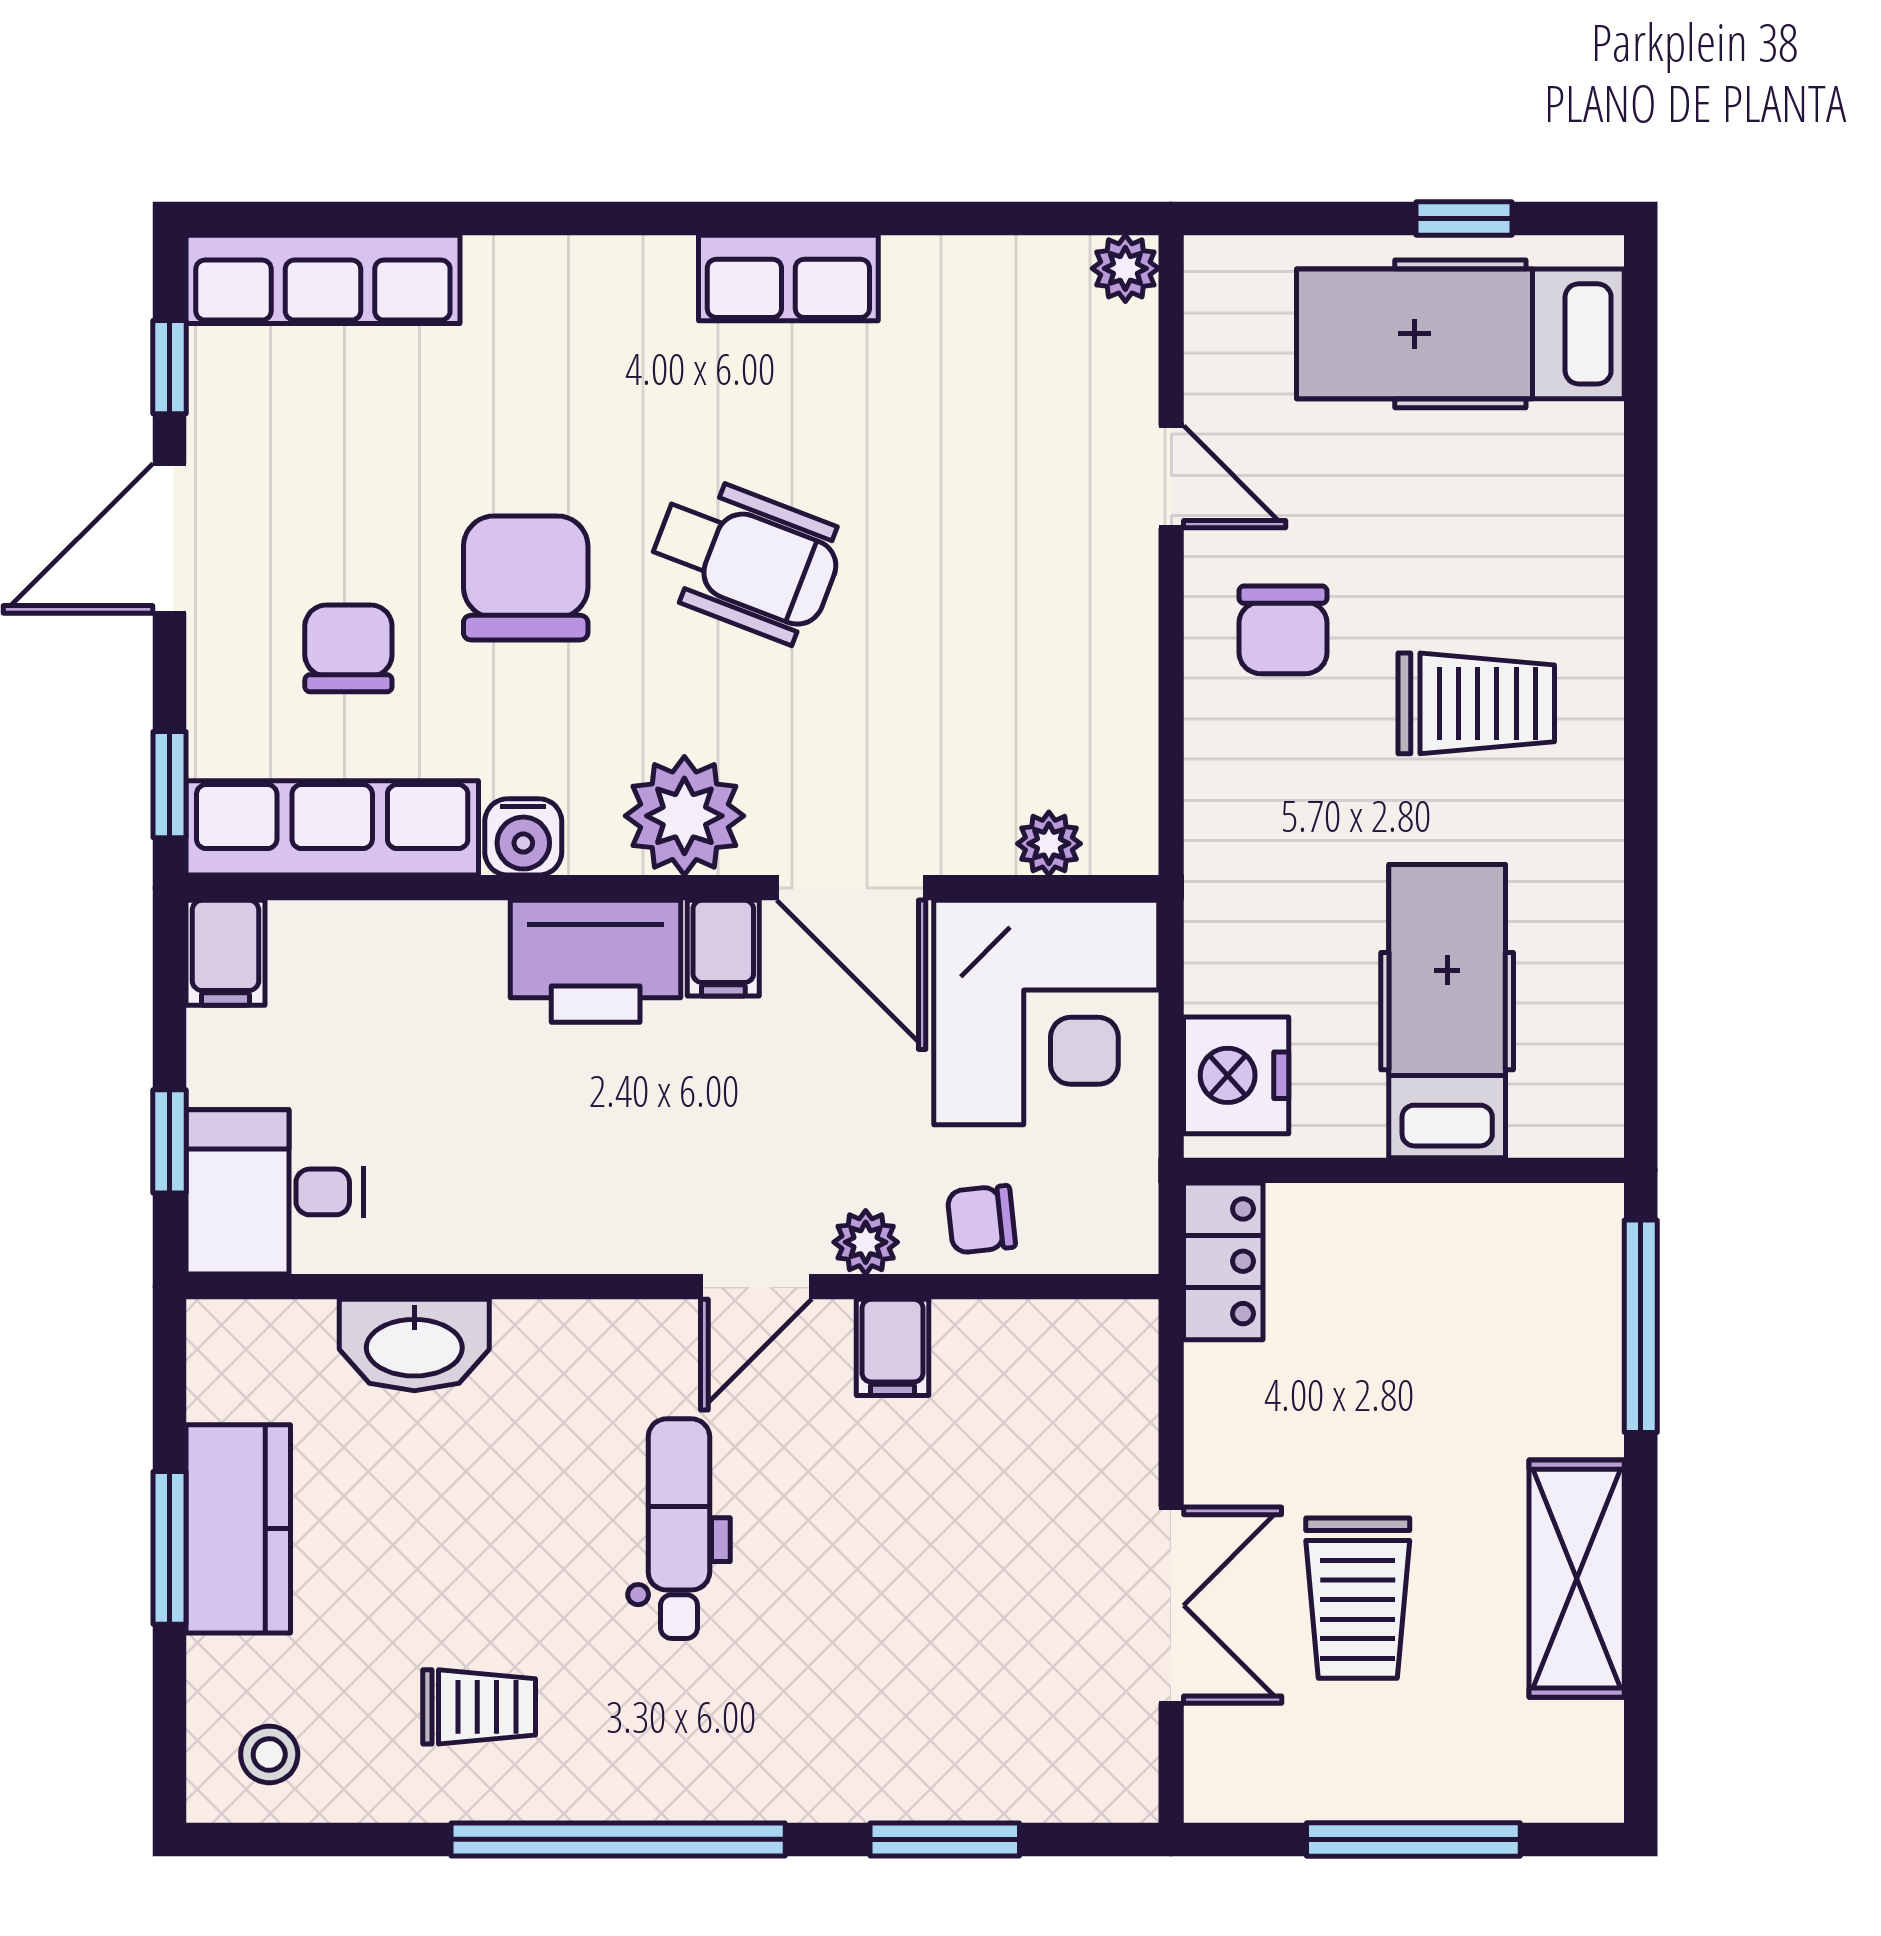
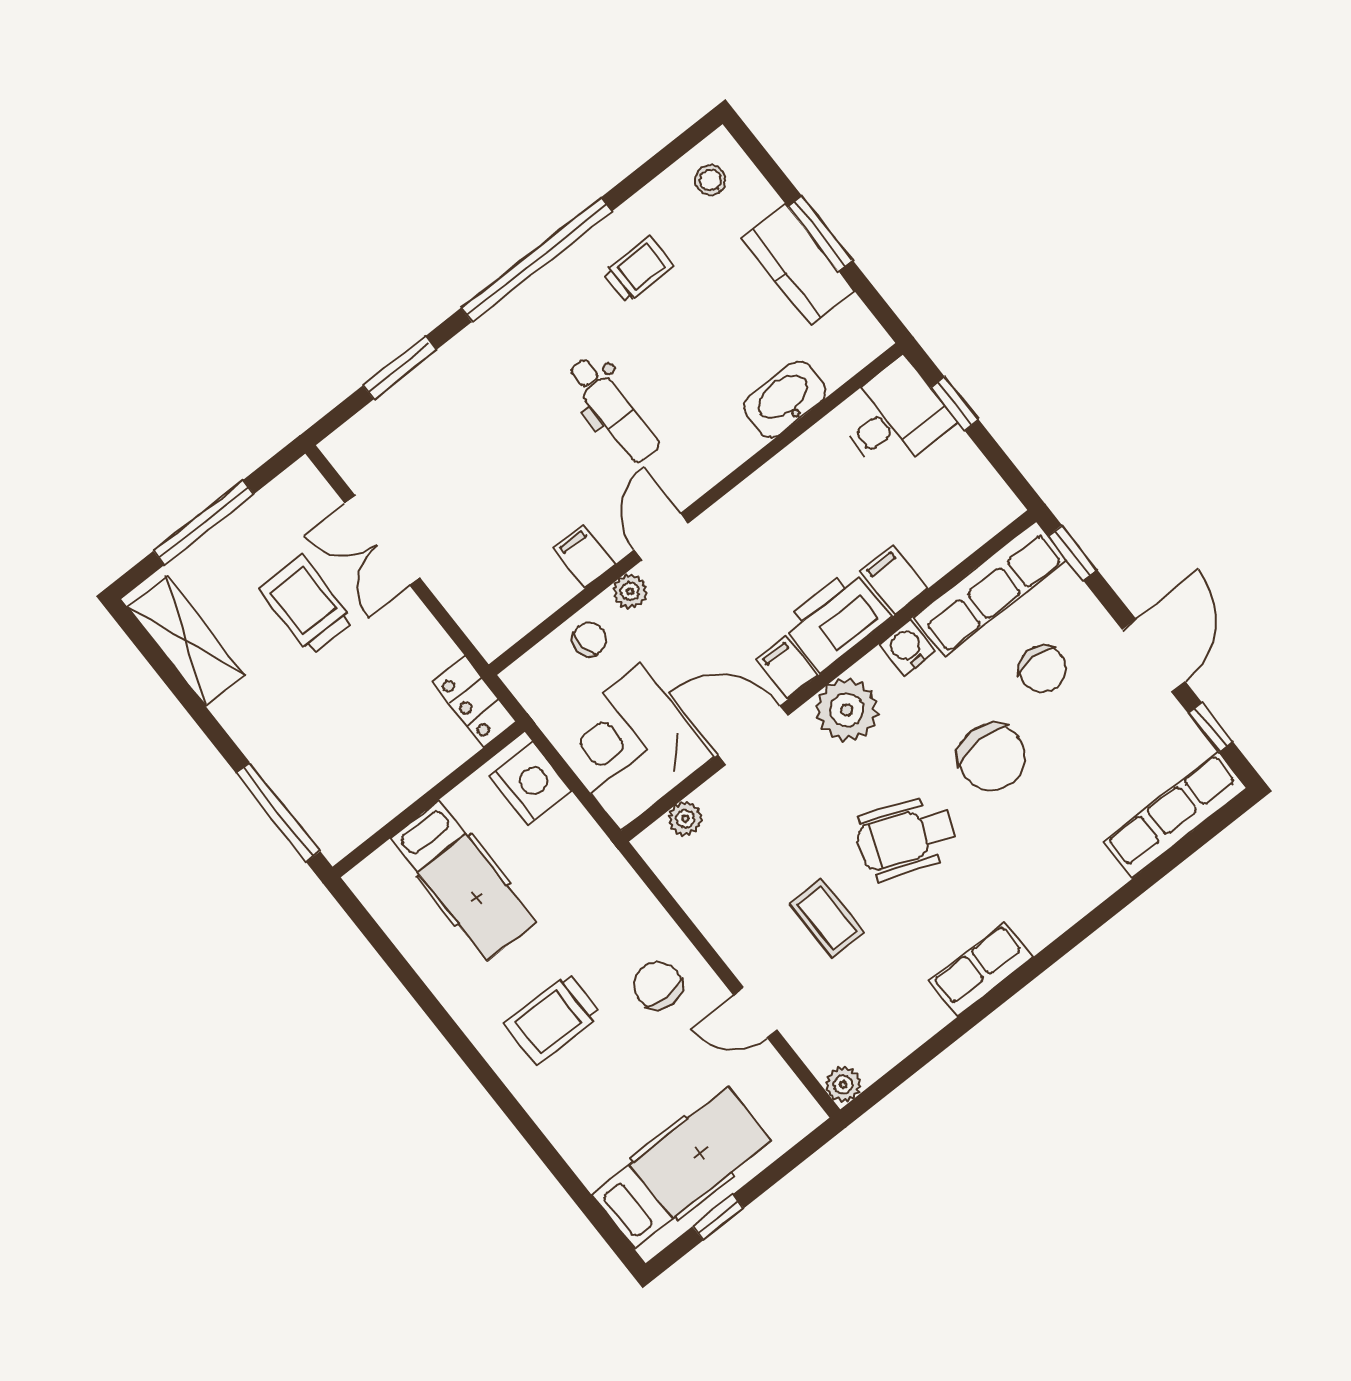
coffee table: (956, 533) -> (827, 918), added
filing cabinet: (225, 953) -> (894, 580), moved
shelving: (1577, 1579) -> (186, 641), moved
trolley: (479, 1707) -> (638, 269), turned 180

